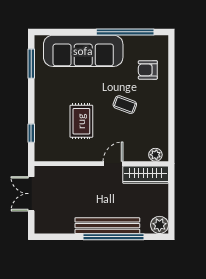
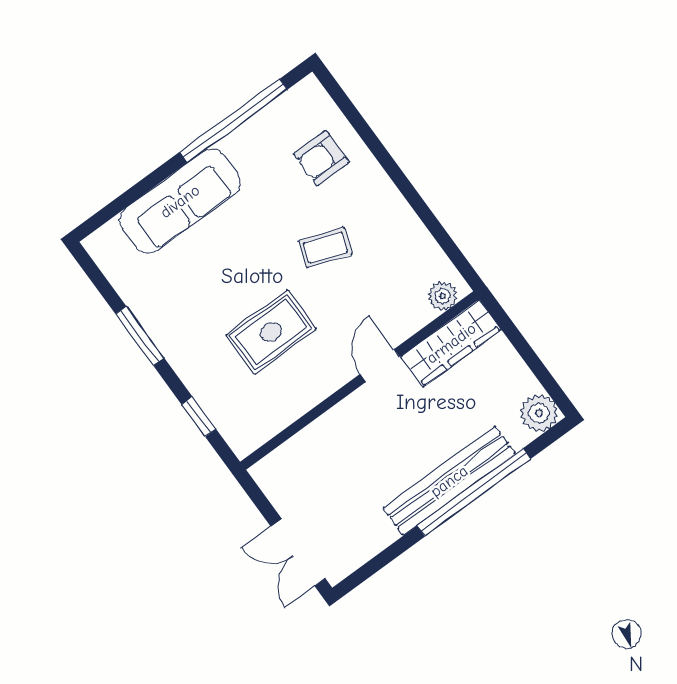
sofa: (83, 51) -> (180, 201), width x0.74, depth x0.79
window: (31, 64) -> (140, 336), moved
rug: (81, 121) -> (271, 332), turned 90
double door: (31, 194) -> (298, 552), moved

